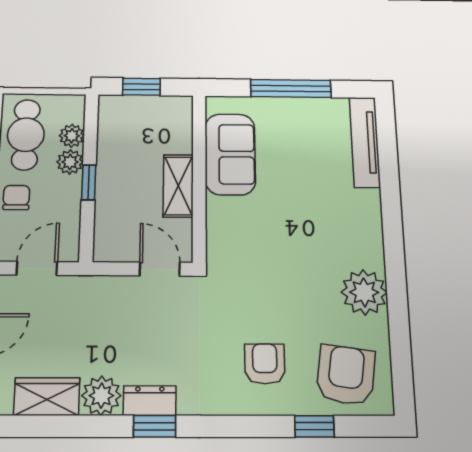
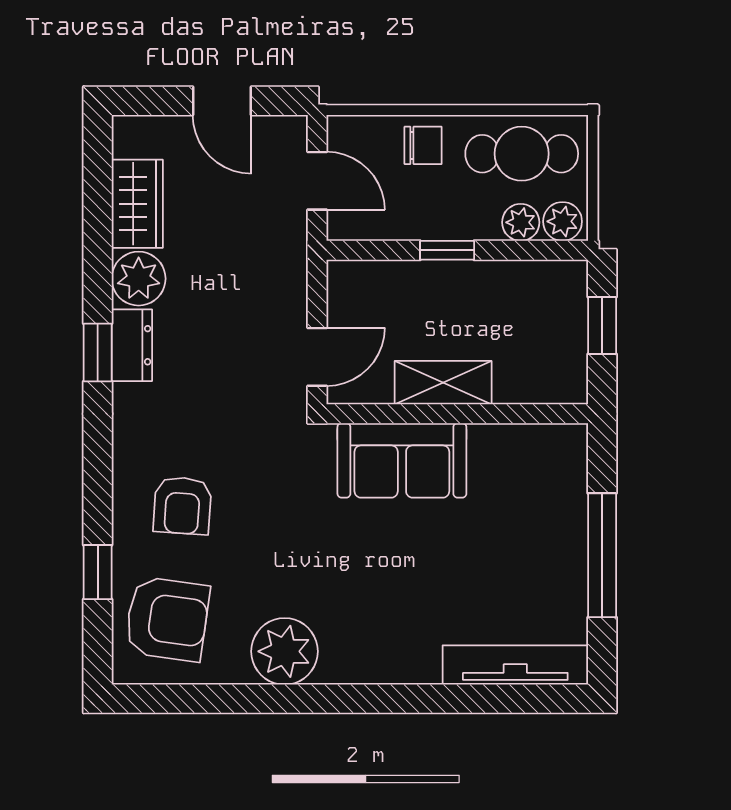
sofa: (230, 154) -> (402, 460), moved
plant: (70, 162) -> (563, 221), moved
armchair: (265, 364) -> (182, 506), turned 94

